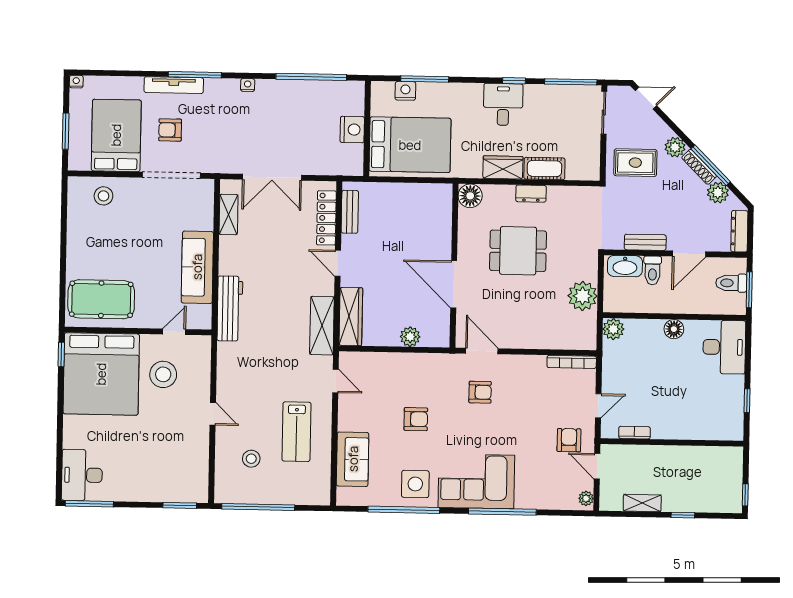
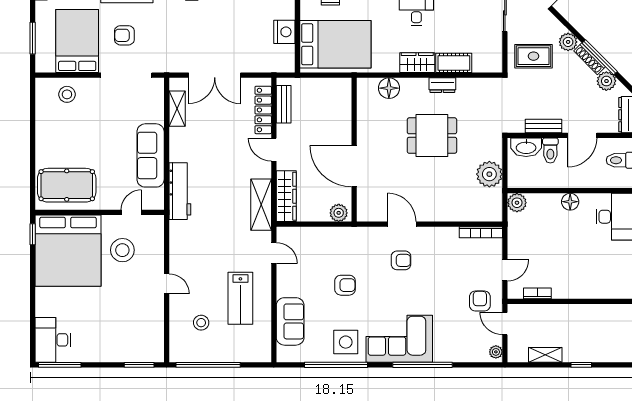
wall: (454, 266) -> (354, 150), moved
door: (454, 284) -> (354, 166), moved

